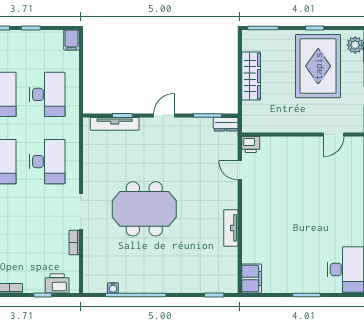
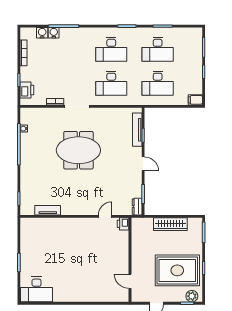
meeting table: (144, 209) -> (78, 150), turned 90
tv unit: (231, 228) -> (48, 210), moved
filing cabinet: (252, 279) -> (30, 224), removed

